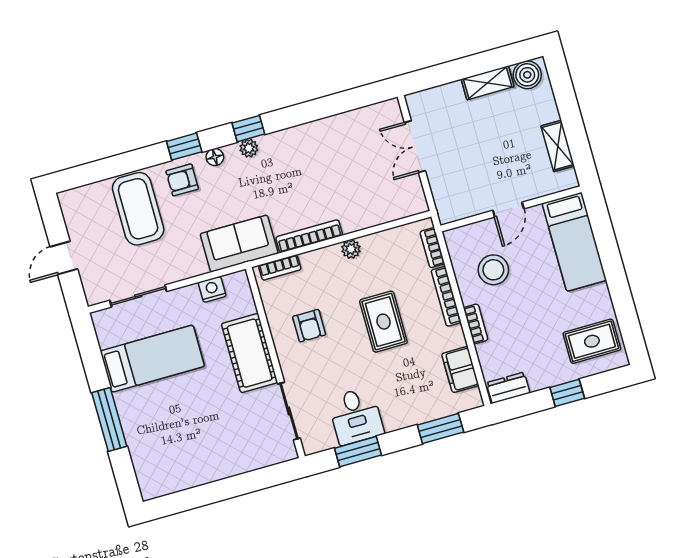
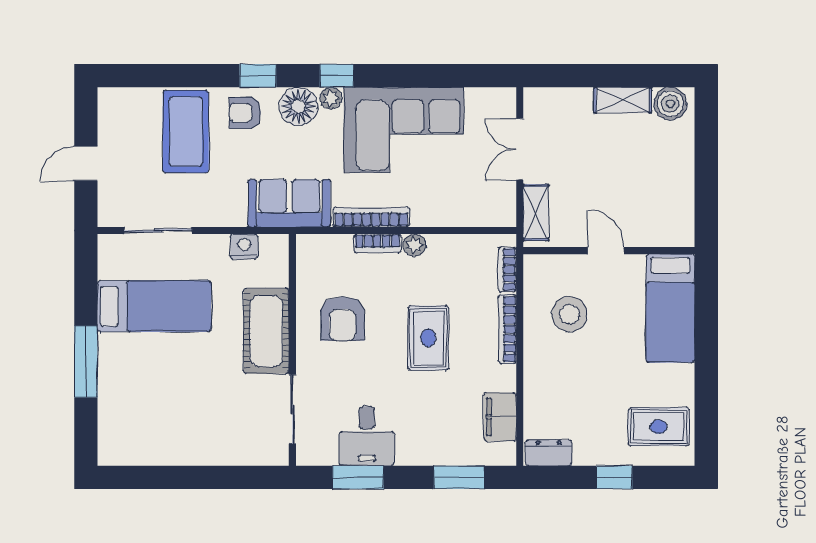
shelving: (558, 146) -> (536, 212), moved
floor lamp: (215, 157) -> (298, 106), width x1.89, depth x1.89
corner sofa: (316, 157) -> (404, 130), added
door: (508, 210) -> (606, 251), swing flipped
bookcase: (280, 267) -> (377, 243), moved
bookcase: (476, 324) -> (532, 370), removed
armchair: (309, 326) -> (343, 319), width x1.38, depth x1.38

